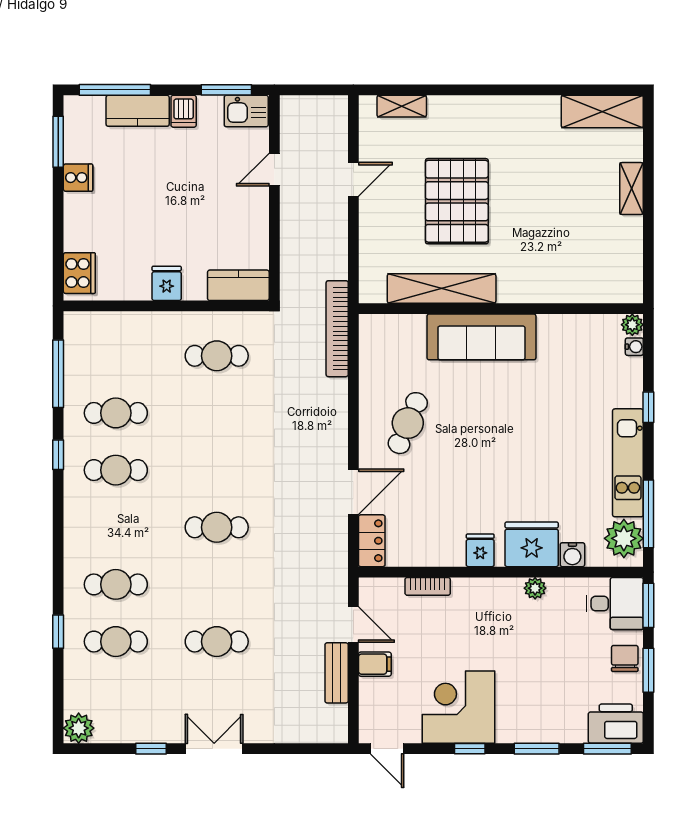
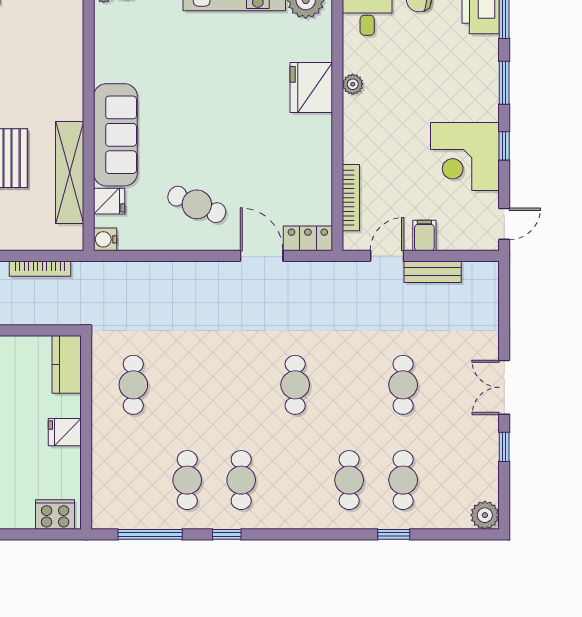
bookcase: (337, 329) -> (40, 269), moved, width x0.68, depth x0.76
fridge: (480, 550) -> (109, 201), moved, turned 180
water cooler: (572, 555) -> (105, 239), moved, turned 180
bookcase: (428, 586) -> (351, 198), width x1.56

